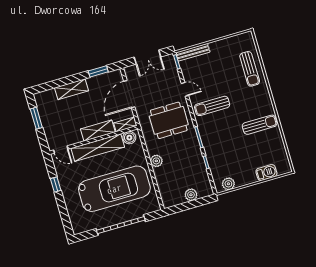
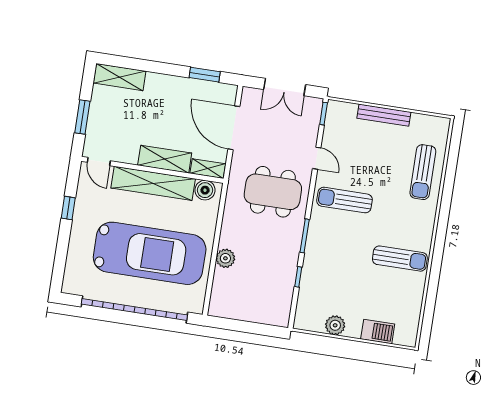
bench: (193, 52) -> (384, 115), moved
shelving: (71, 89) -> (120, 77), moved
door: (129, 94) -> (234, 128), hinge flipped
window: (36, 118) -> (82, 117), moved
plant: (156, 161) -> (225, 258), moved
plant: (228, 184) -> (335, 325), moved
plant: (191, 195) -> (255, 313), removed
garage door: (121, 225) -> (134, 310), width x1.36

